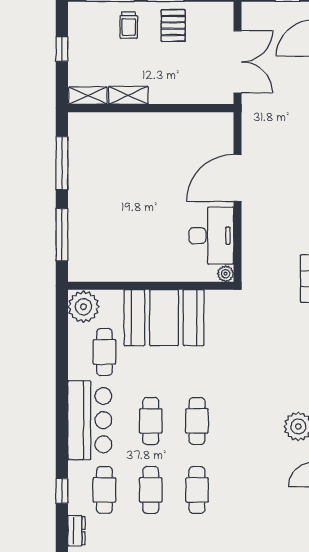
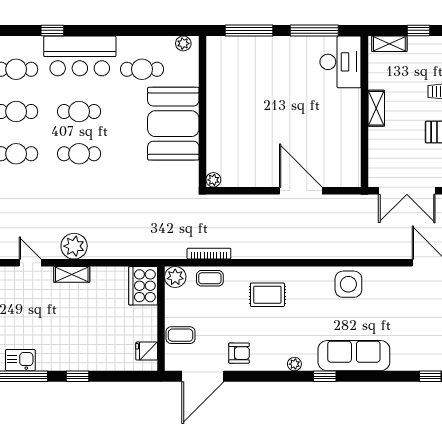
shelving: (128, 95) -> (376, 108), moved
shelving: (88, 96) -> (389, 44), moved, turned 90
desk: (211, 236) -> (341, 62), moved, turned -90
plant: (83, 307) -> (183, 43), width x0.53, depth x0.53
window: (62, 491) -> (52, 30), moved

